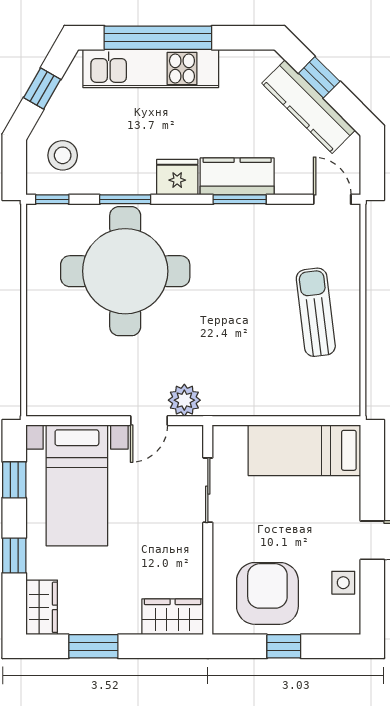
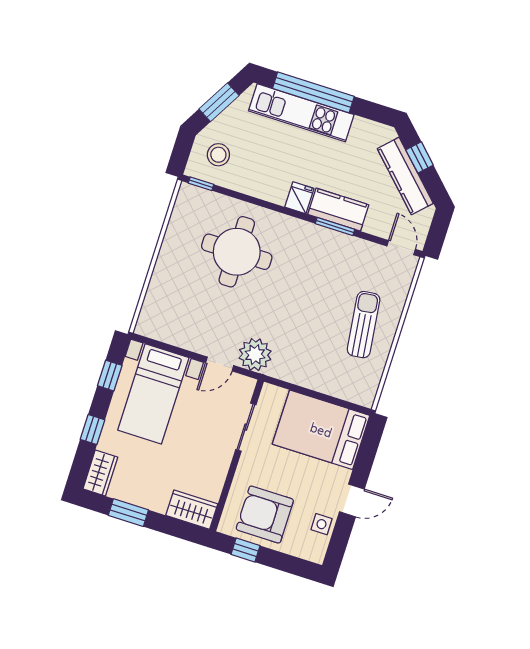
window: (42, 89) -> (219, 102), width x1.50
fridge: (177, 177) -> (299, 198), width x0.72
window: (125, 199) -> (253, 200), removed
round table: (125, 271) -> (237, 252), width x0.73, depth x0.73
plant: (184, 400) -> (255, 355), width x1.36, depth x1.36
bed: (304, 450) -> (321, 430), width x1.50
armchair: (267, 593) -> (265, 515), turned -90
window: (284, 646) -> (246, 550), moved

